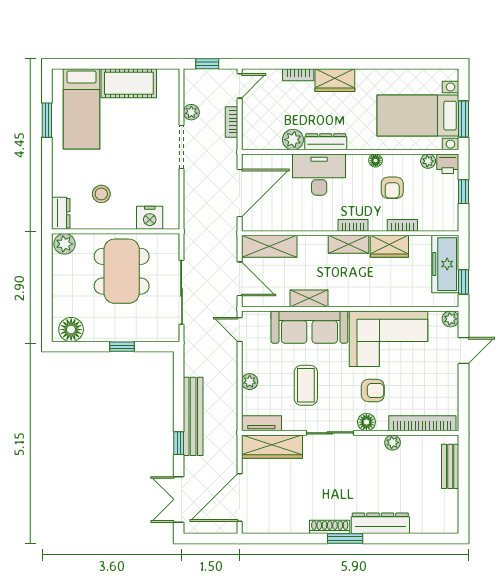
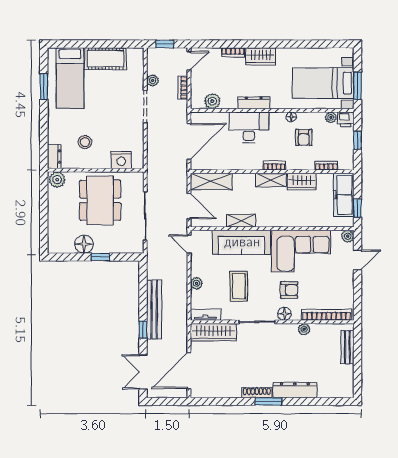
plant: (293, 140) -> (212, 101), moved
bookcase: (402, 225) -> (326, 166), moved
floor lamp: (71, 330) -> (84, 244), moved

